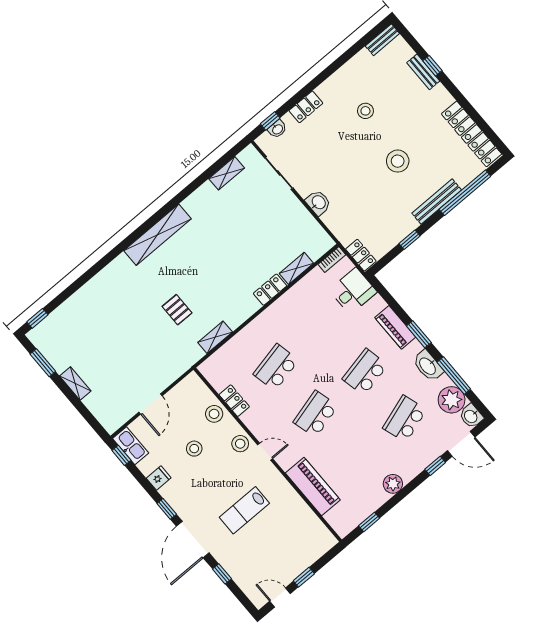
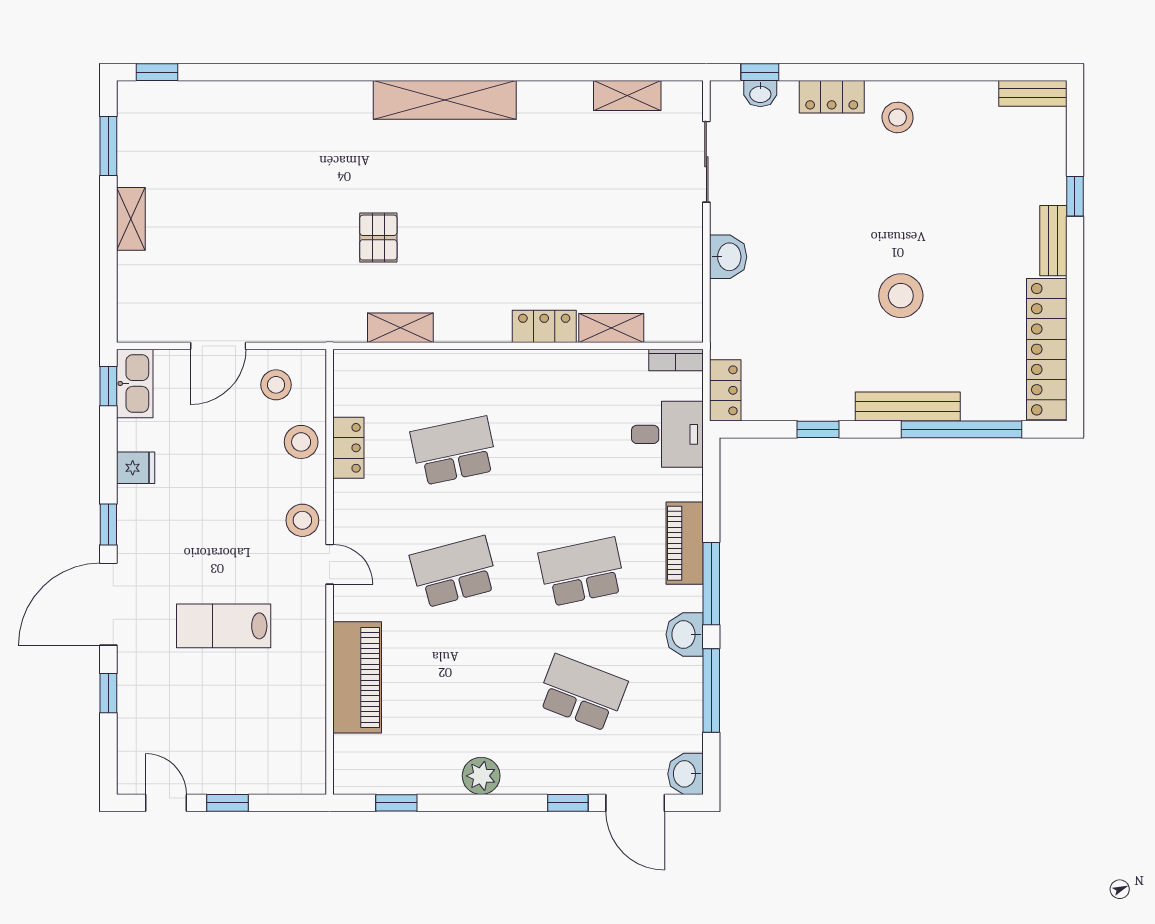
bench: (423, 72) -> (1053, 241), moved
stool: (365, 111) -> (898, 117), moved
window: (419, 334) -> (711, 584), width x1.44
washbasin: (428, 366) -> (685, 634), width x0.72
plant: (452, 400) -> (677, 724), removed
school desk: (405, 419) -> (582, 693), turned 39
stool: (194, 449) -> (276, 385), moved

